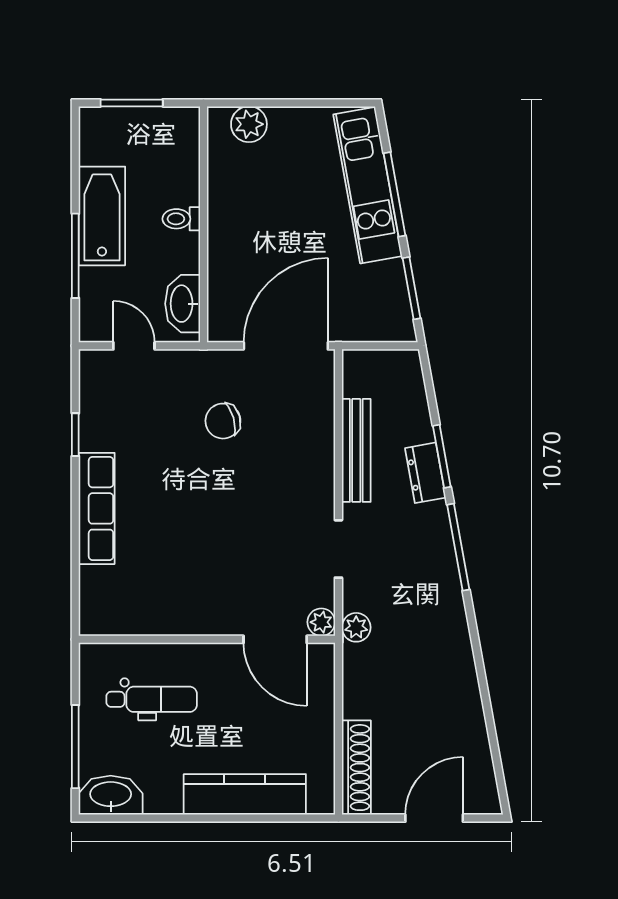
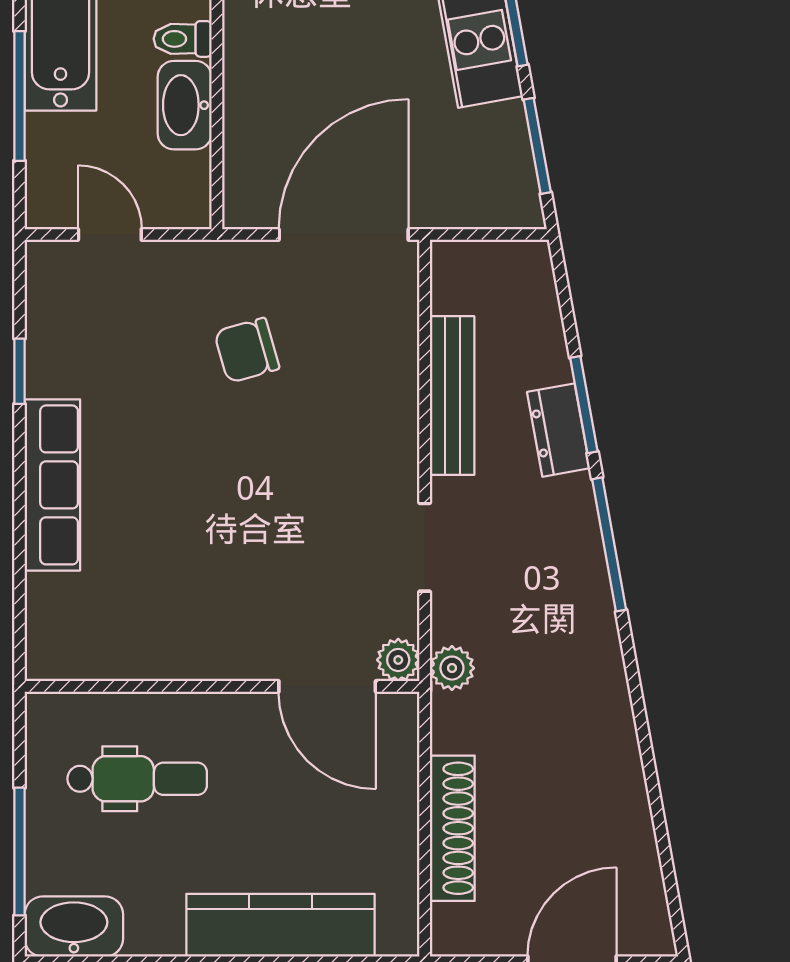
washbasin: (183, 304) -> (185, 105), moved
shoe rack: (356, 768) -> (452, 828), moved

